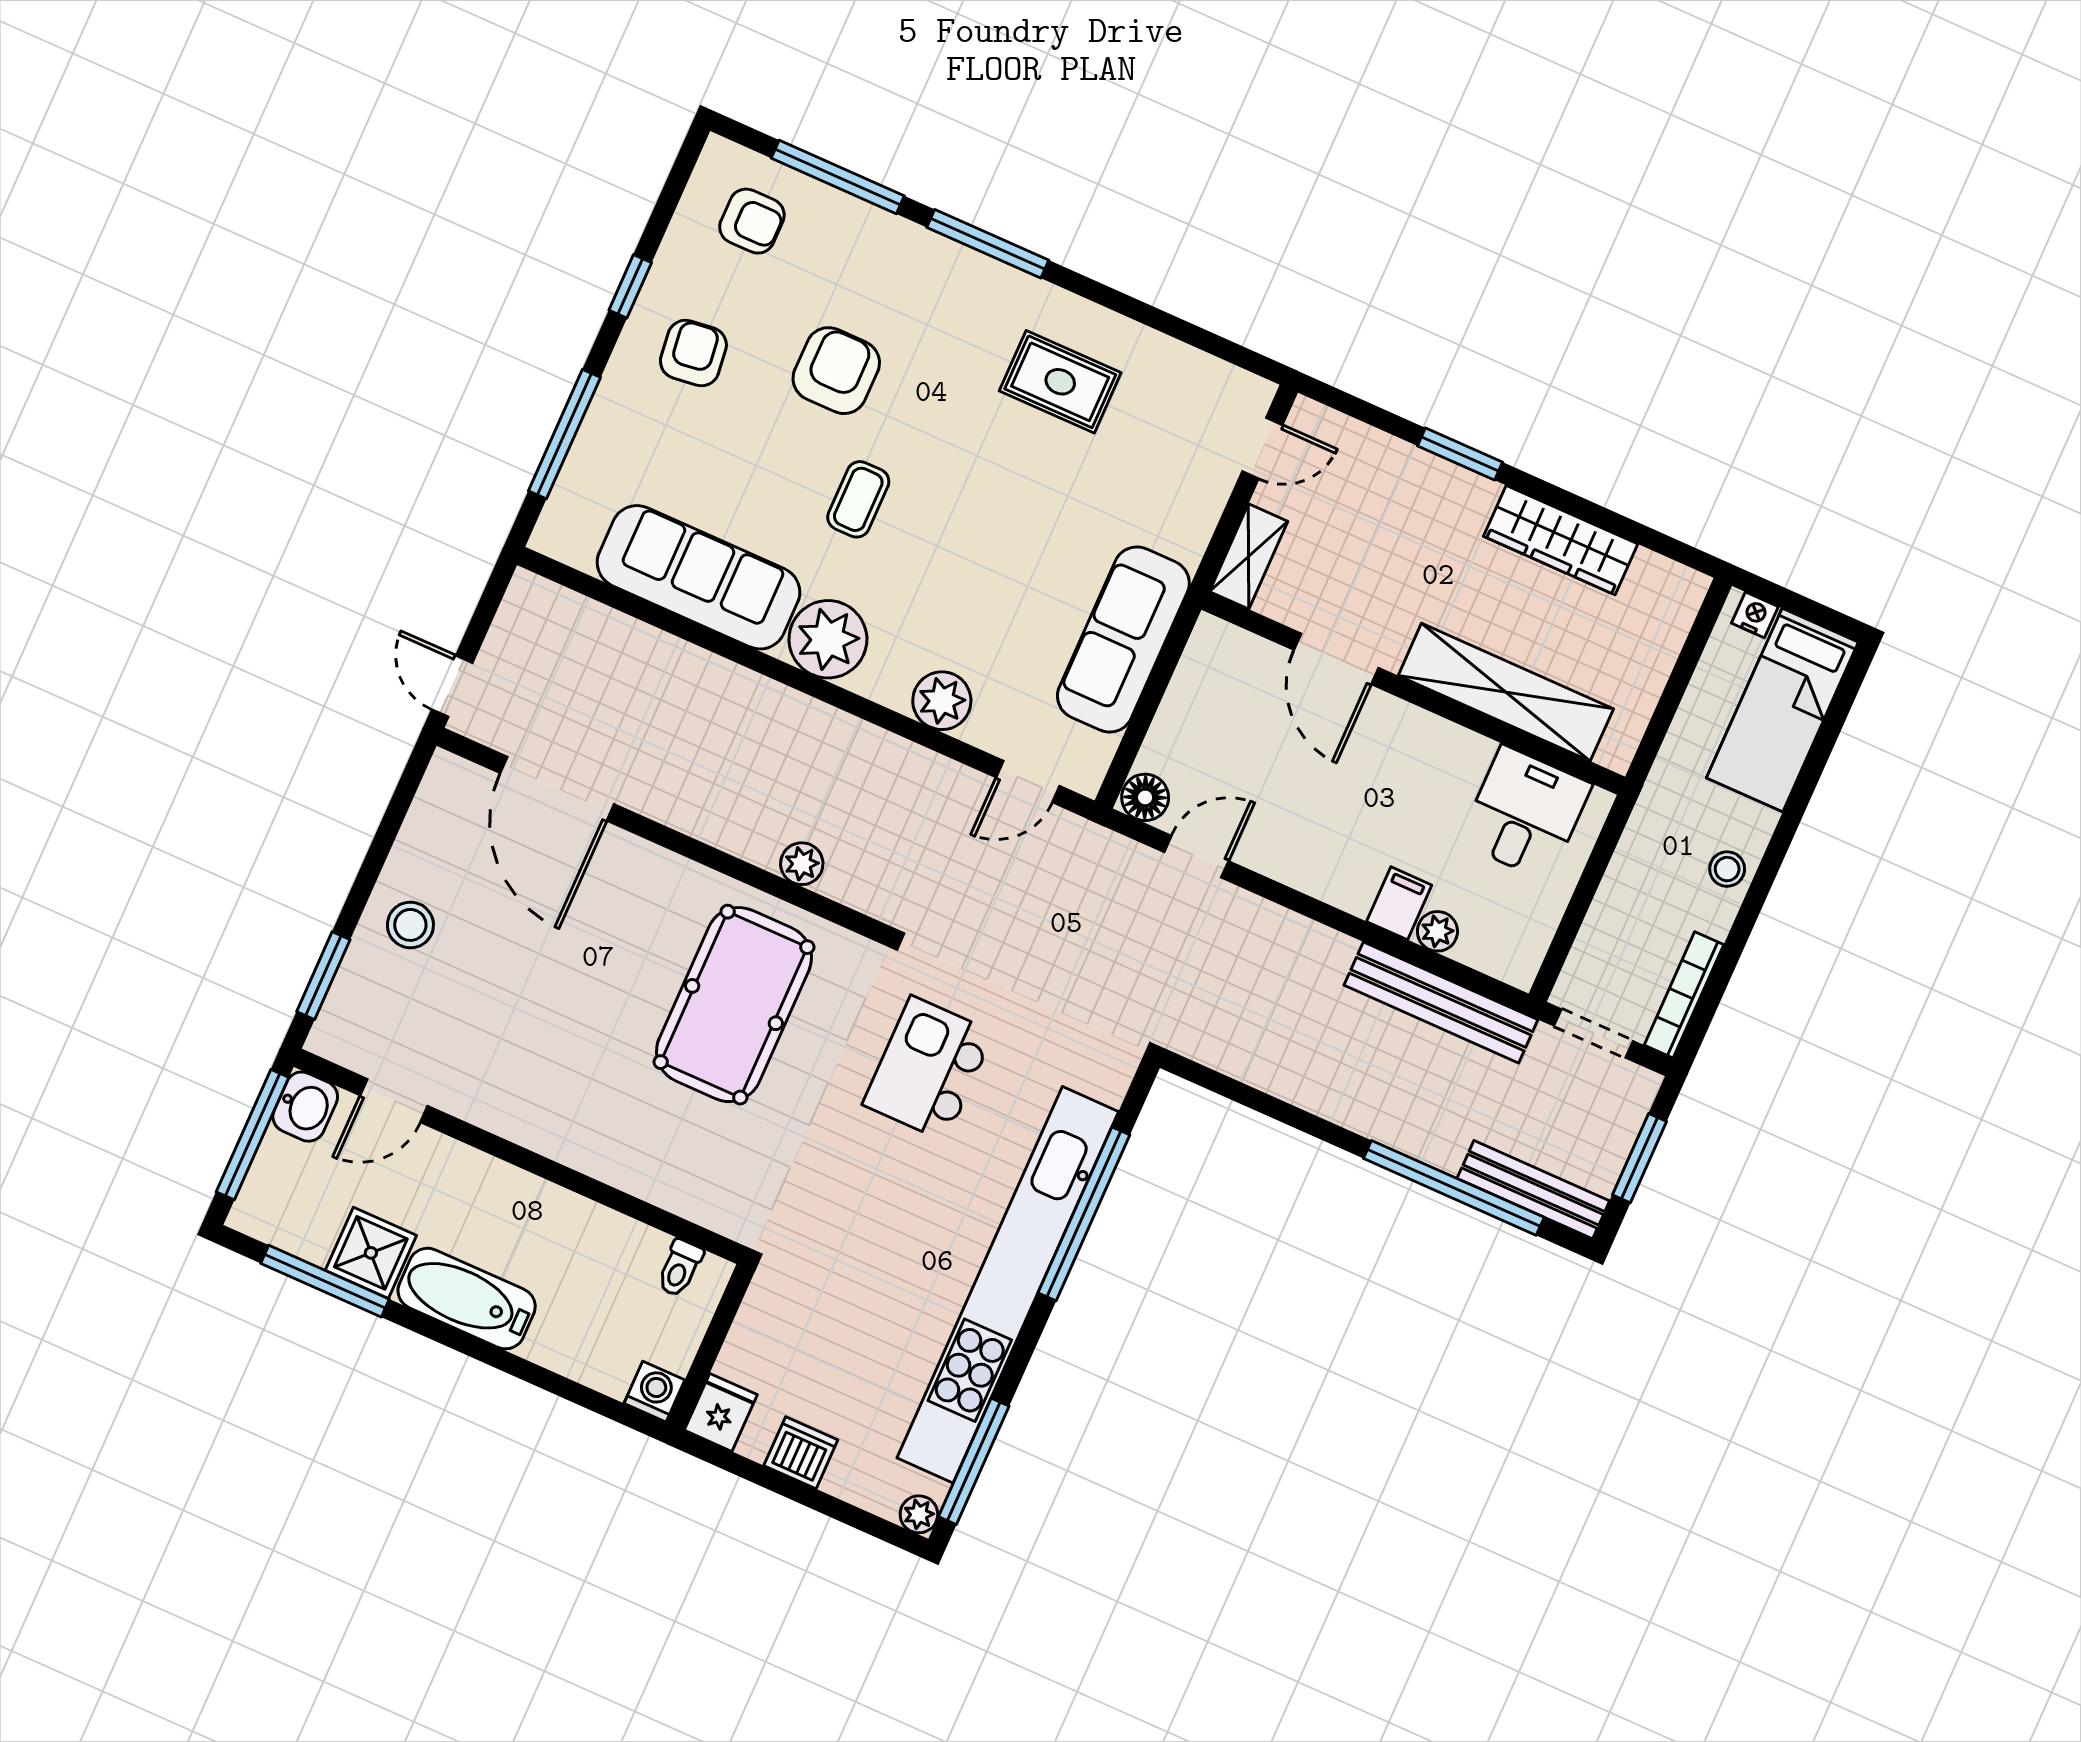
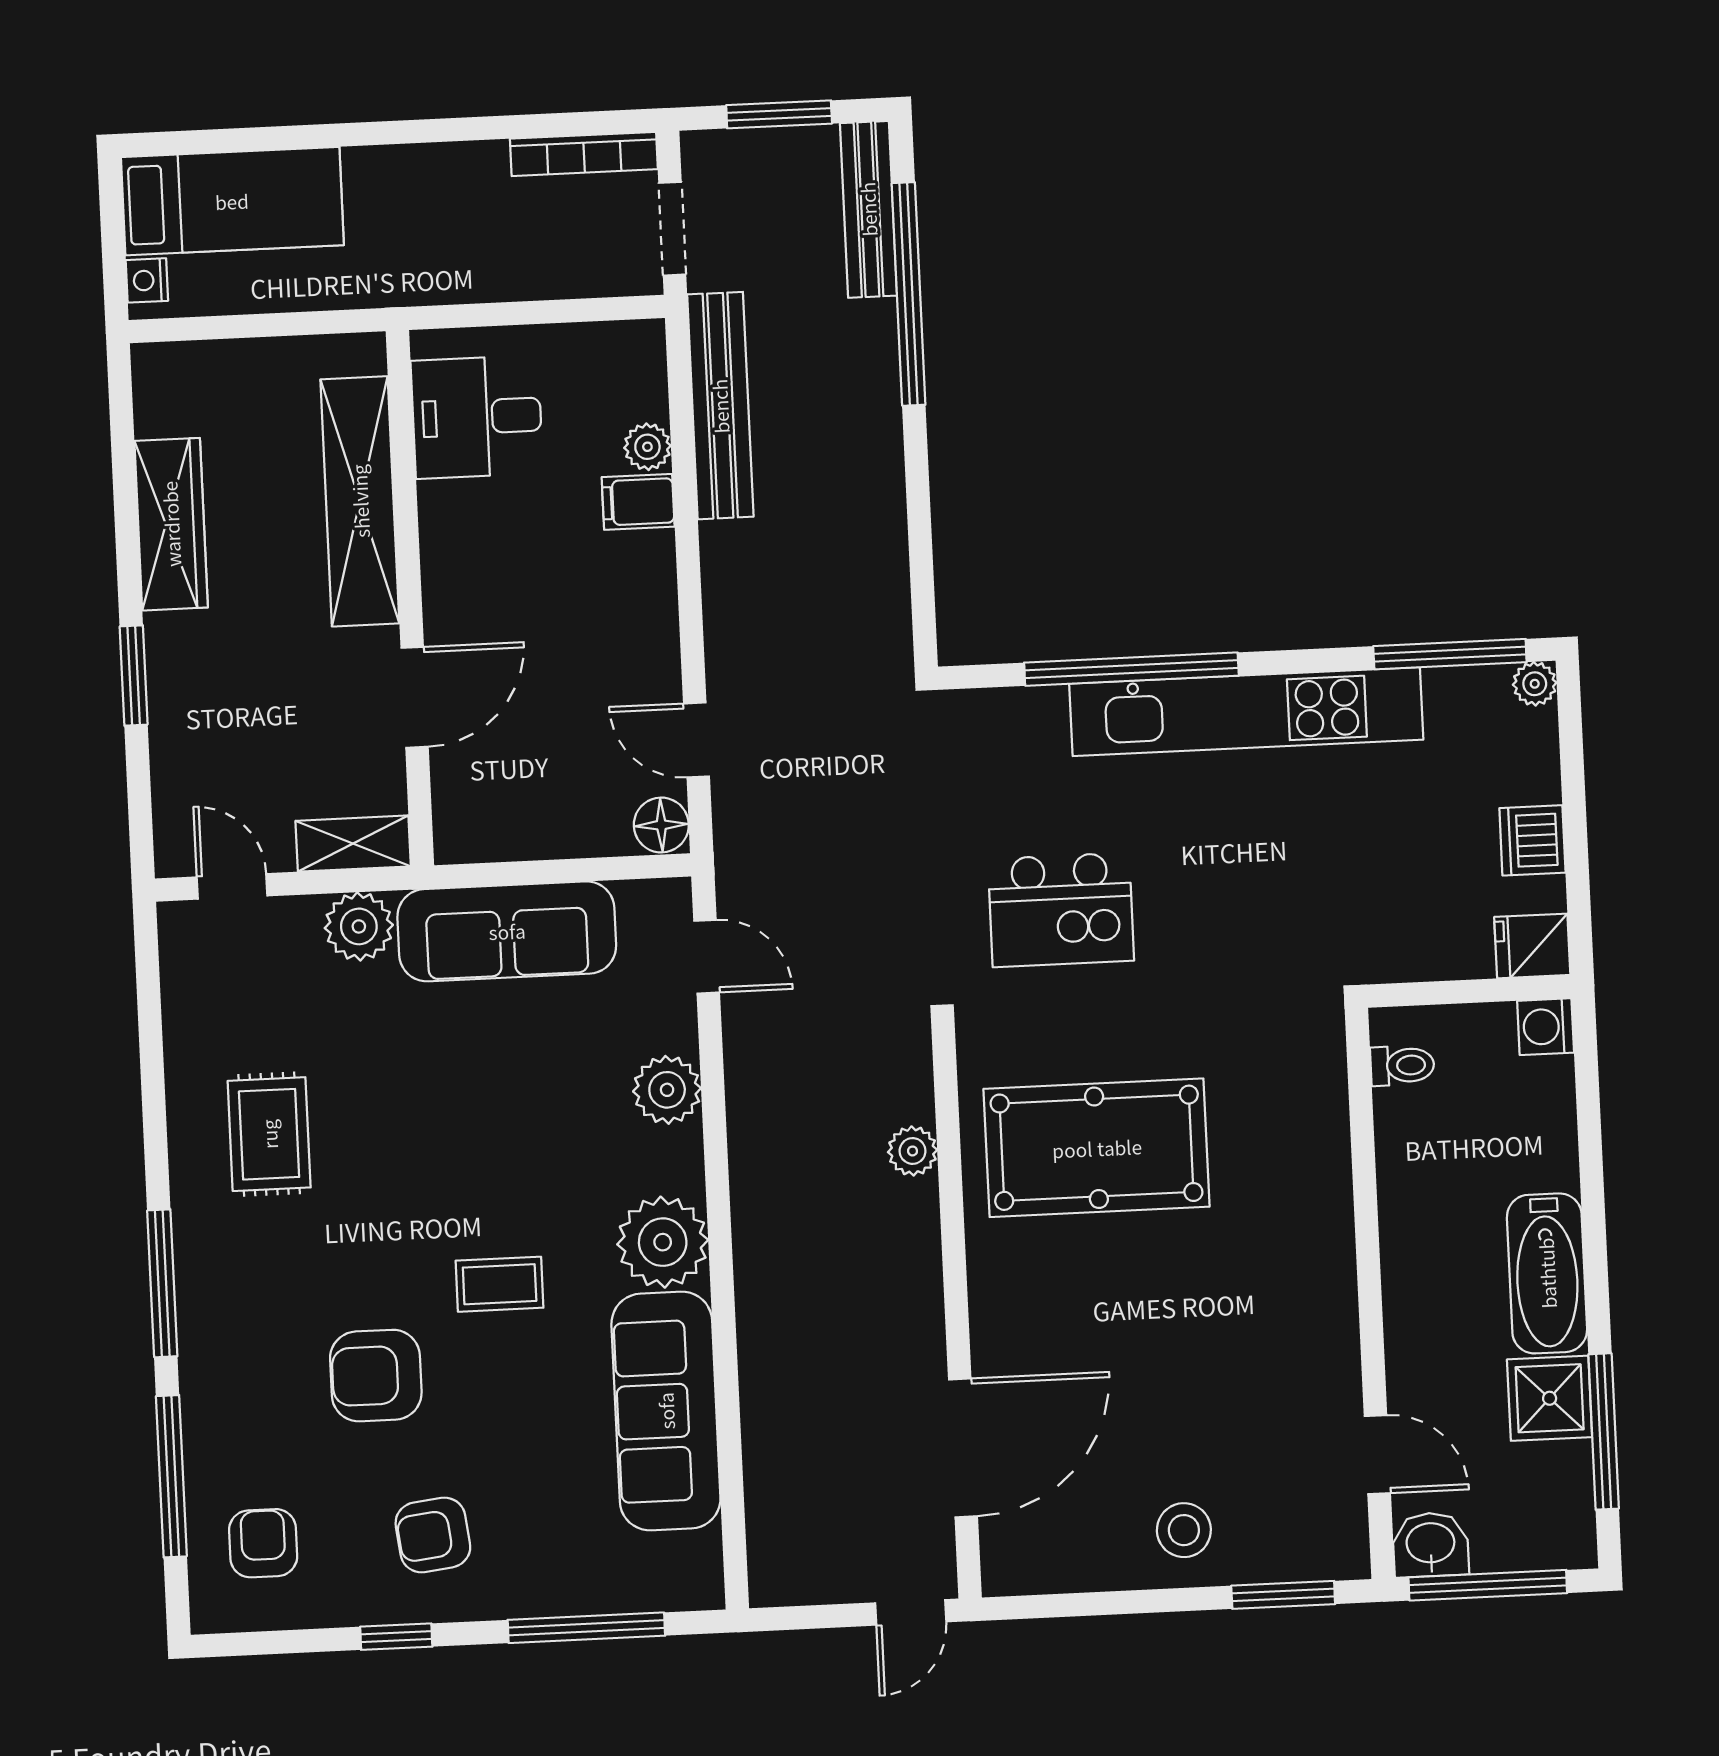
plant: (1184, 529) -> (359, 926), added
stool: (1727, 869) -> (429, 175), removed
kitchen unit: (1008, 1285) -> (1246, 712), width x0.73

